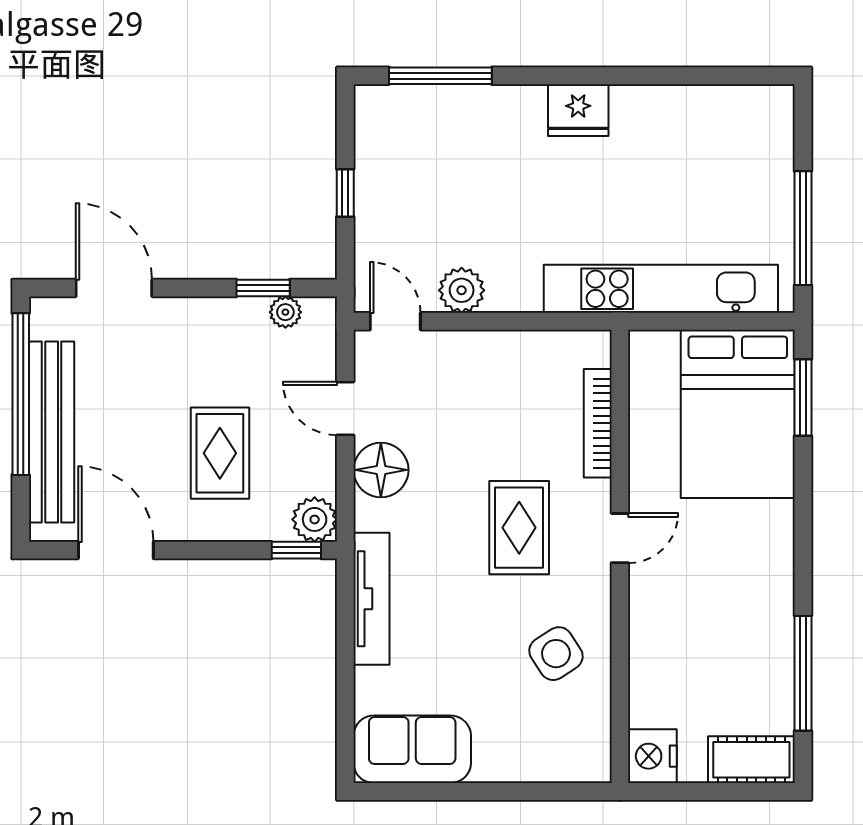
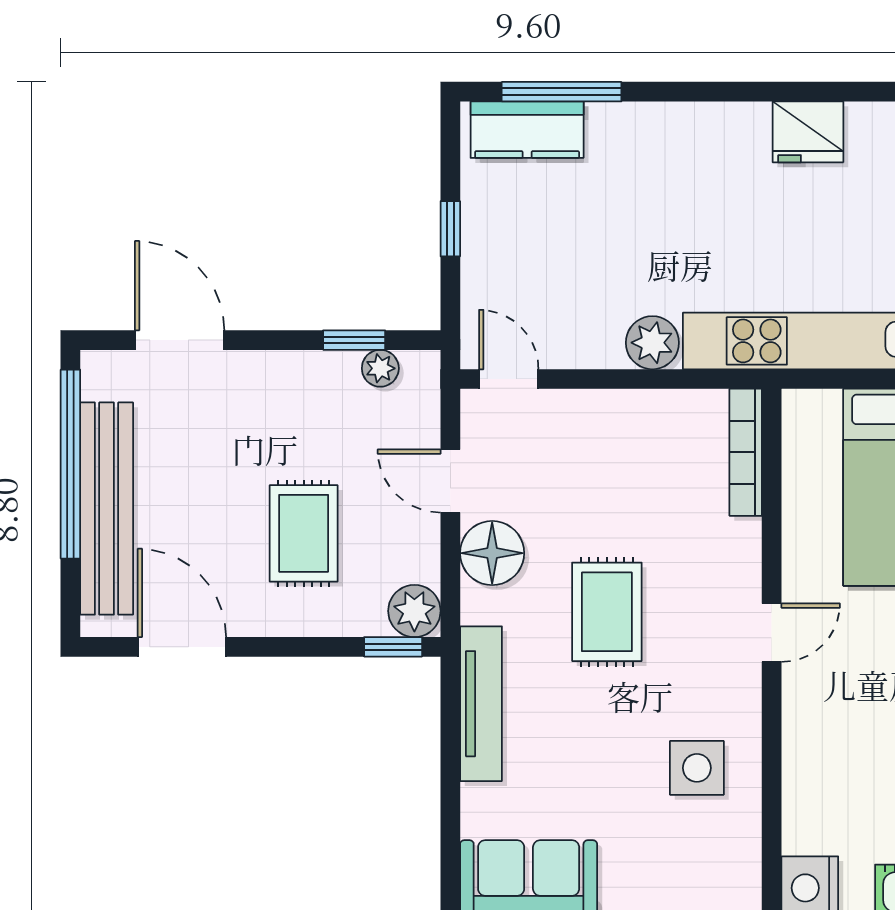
kitchen counter: (411, 108) -> (527, 130), added
fridge: (578, 110) -> (808, 132), moved
plant: (462, 290) -> (652, 343), moved
bookcase: (598, 423) -> (746, 452), moved
rug: (519, 528) -> (607, 612), moved
side table: (556, 654) -> (697, 768), turned 33

